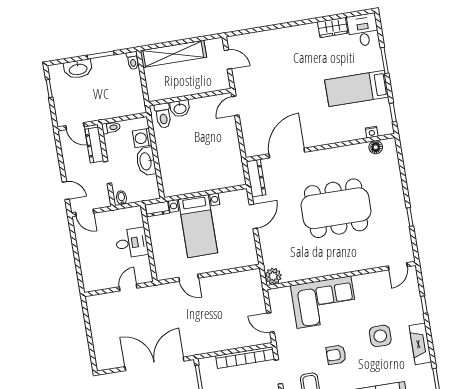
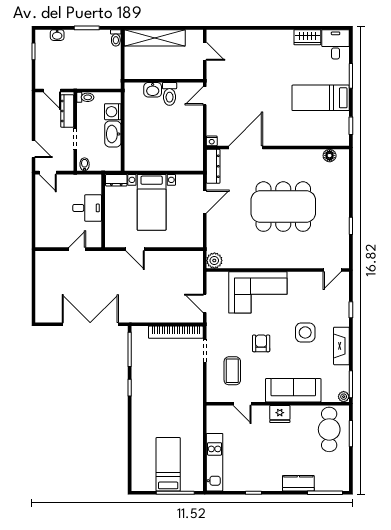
washbasin: (78, 69) -> (57, 35), width x0.52, depth x0.69
toilet: (163, 116) -> (170, 94), moved
nightstand: (372, 132) -> (212, 141), moved
armchair: (336, 355) -> (261, 343), turned 90

